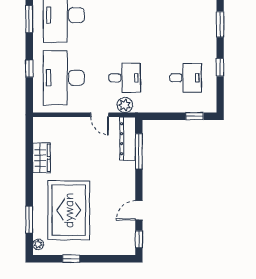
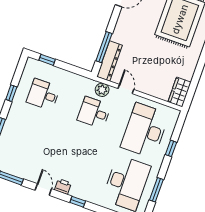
desk: (64, 78) -> (145, 131), turned 180
wardrobe: (41, 158) -> (179, 92), moved

